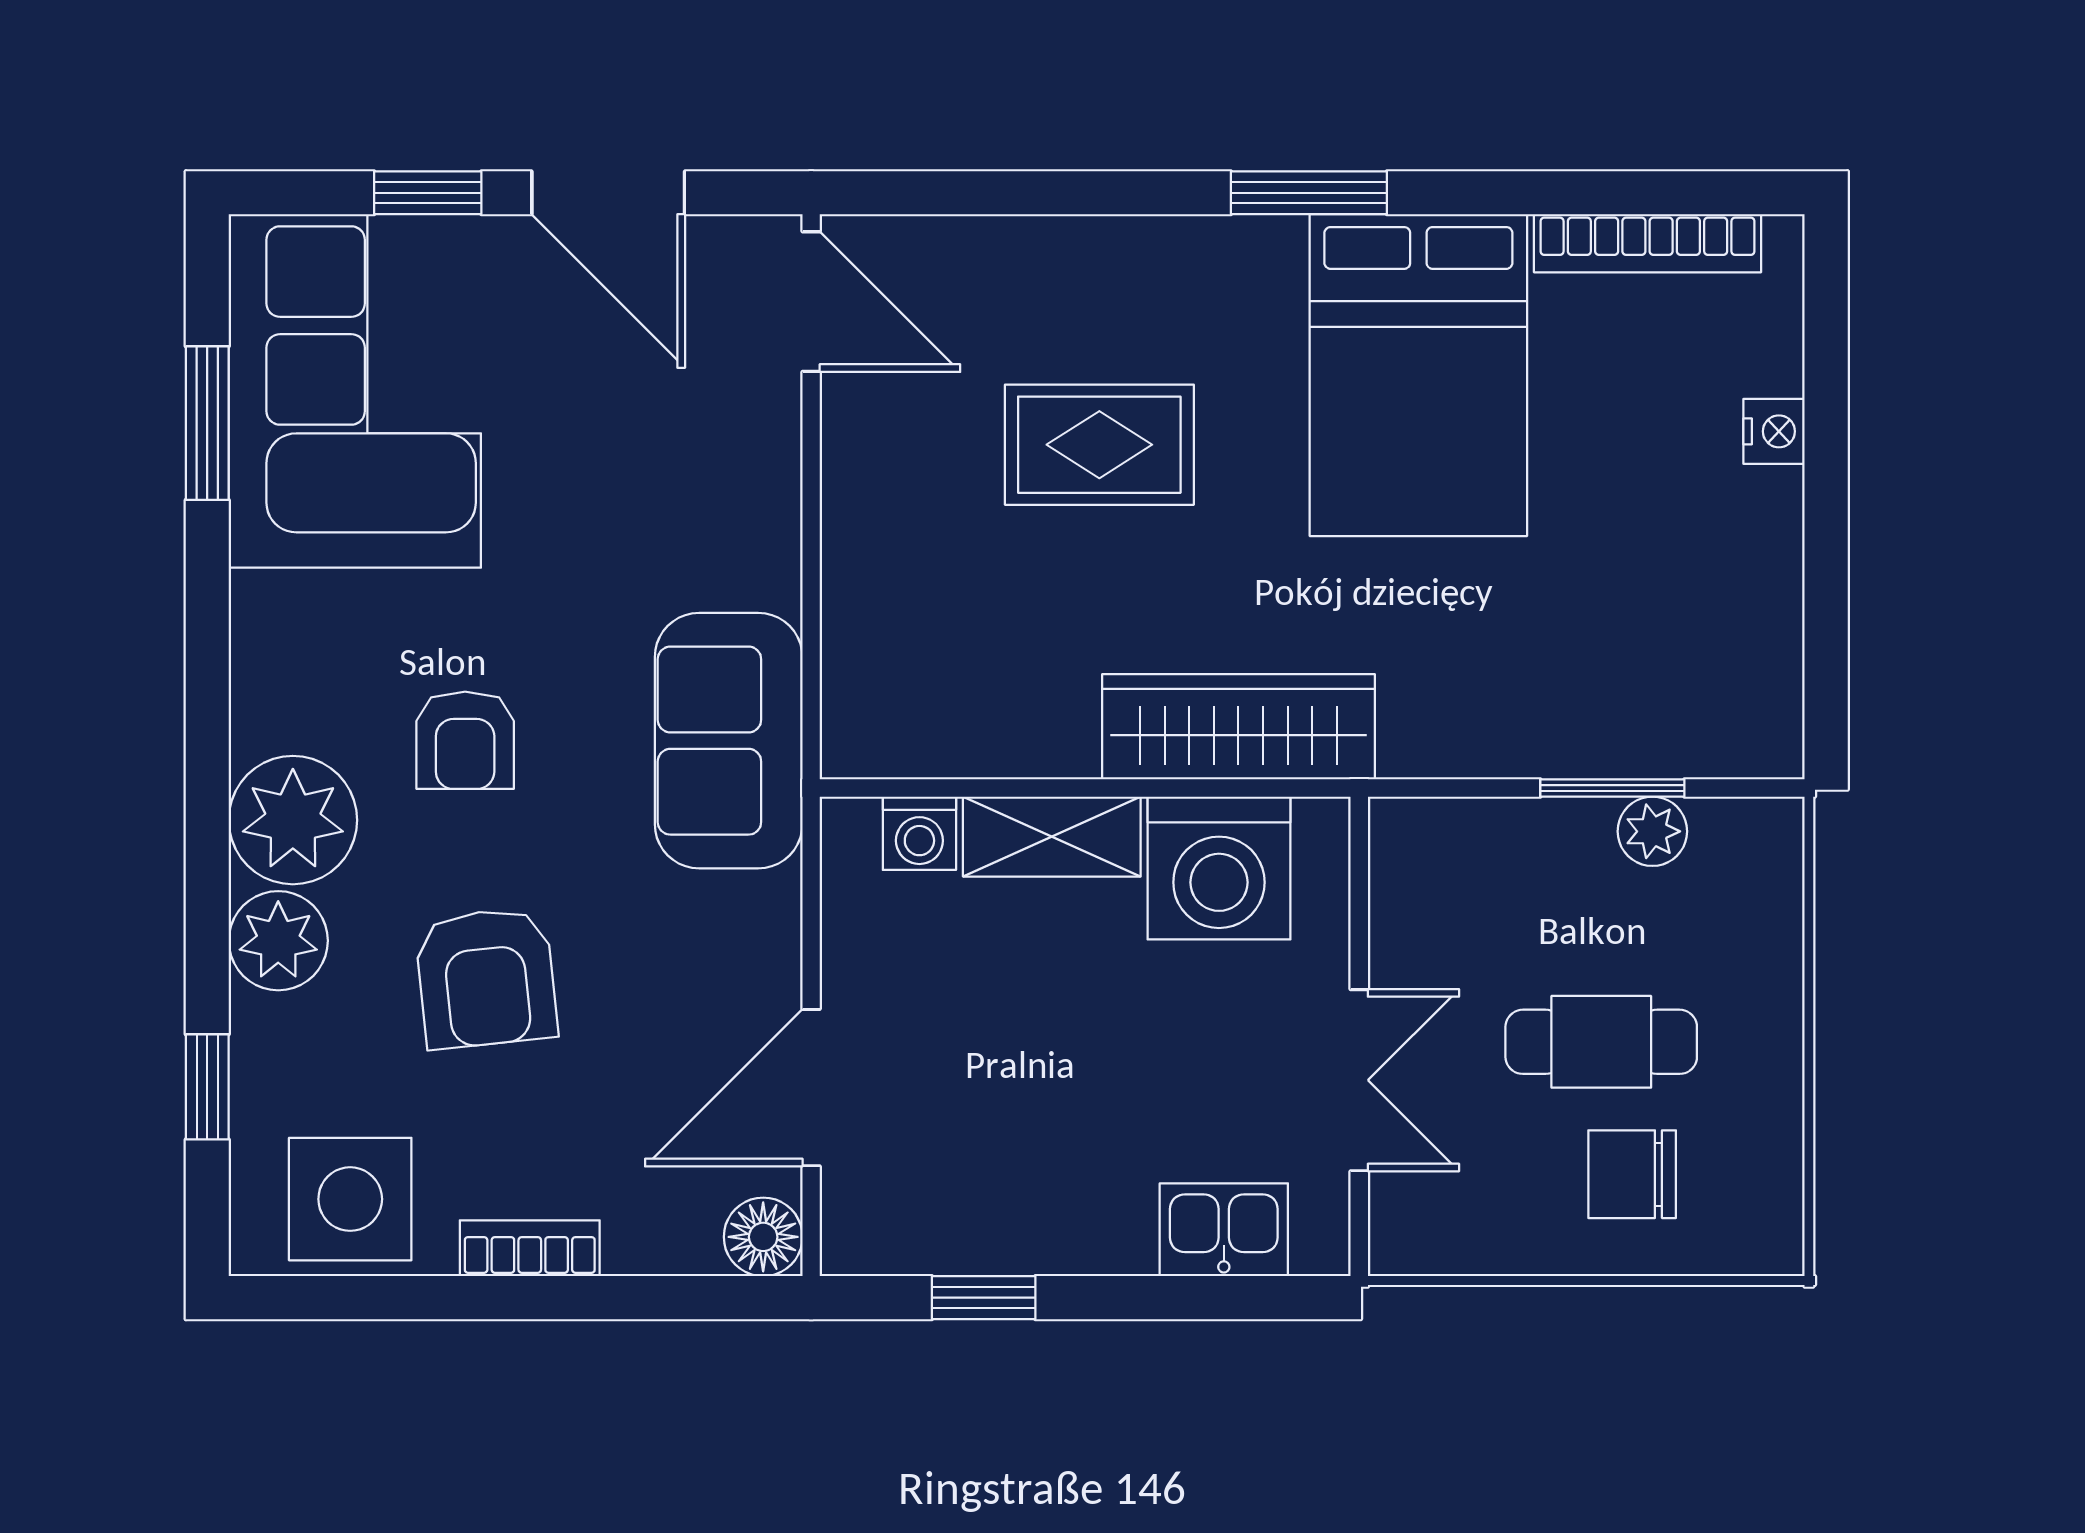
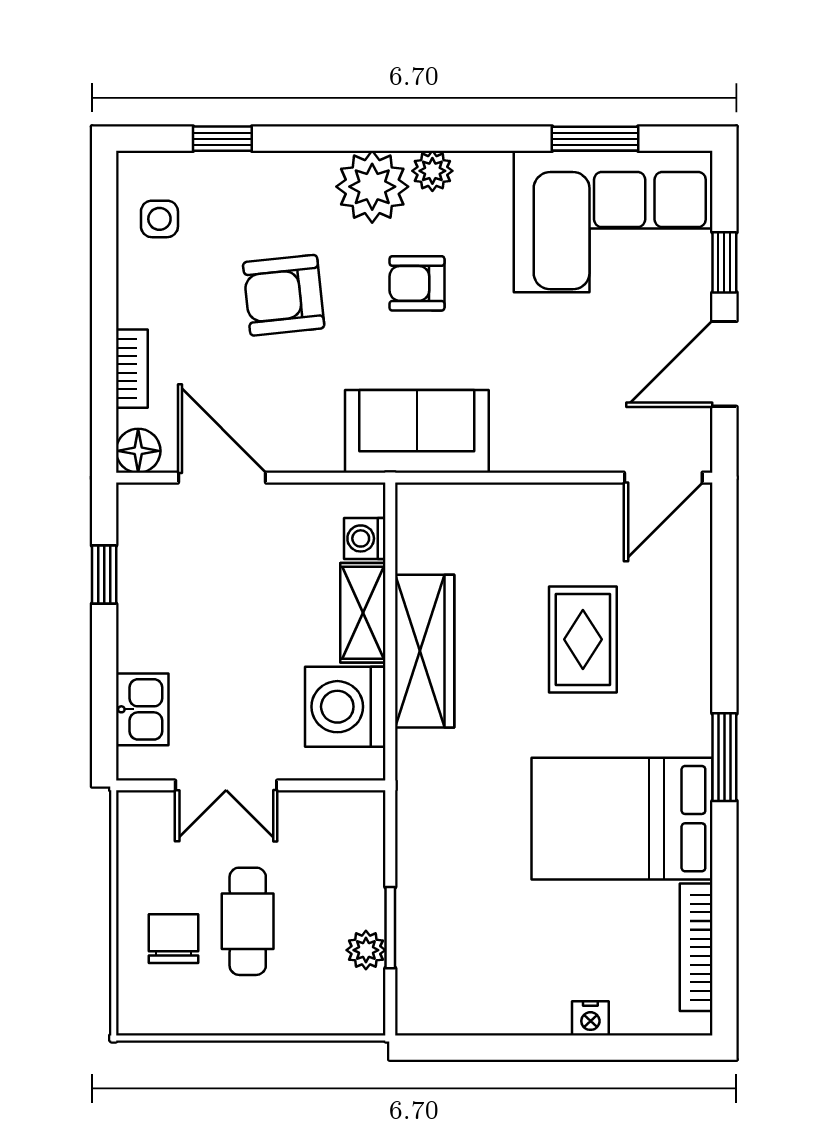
wardrobe: (1238, 727) -> (425, 651), moved
plant: (278, 941) -> (432, 171), moved, width x0.73, depth x0.73
side table: (350, 1199) -> (159, 219), width x0.54, depth x0.54
bookcase: (530, 1248) -> (132, 369), moved

